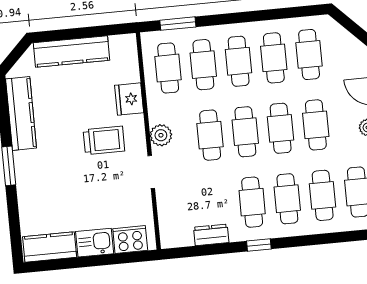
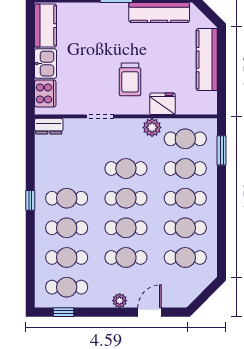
plant: (161, 135) -> (152, 127), moved
dresser: (211, 235) -> (49, 126), moved, turned 90

